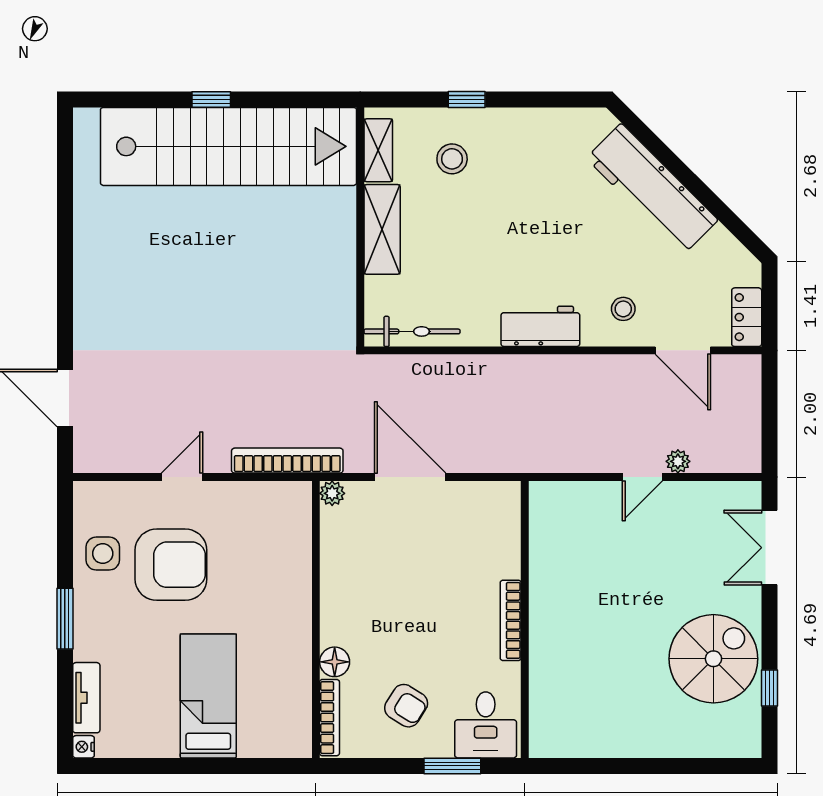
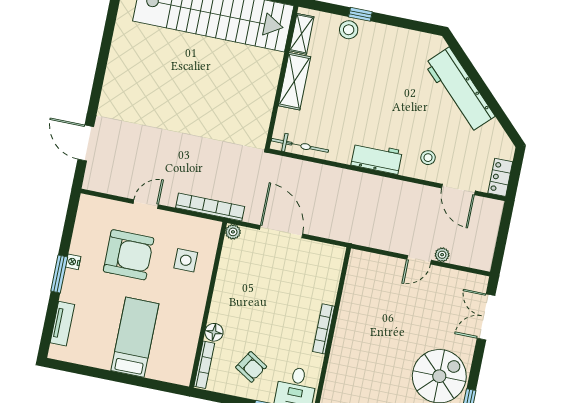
stool: (452, 159) -> (349, 30), moved
side table: (103, 554) -> (186, 260), moved
nightstand: (84, 747) -> (73, 262), moved

